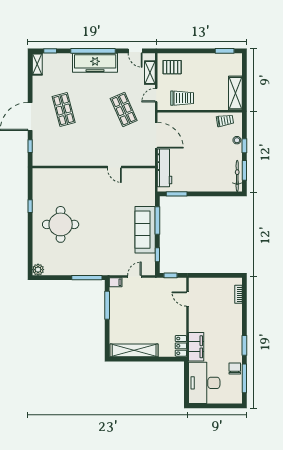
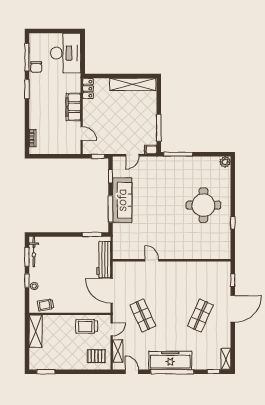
shop shelf: (64, 110) -> (200, 315), turned 39
filing cabinet: (196, 347) -> (73, 107), moved

